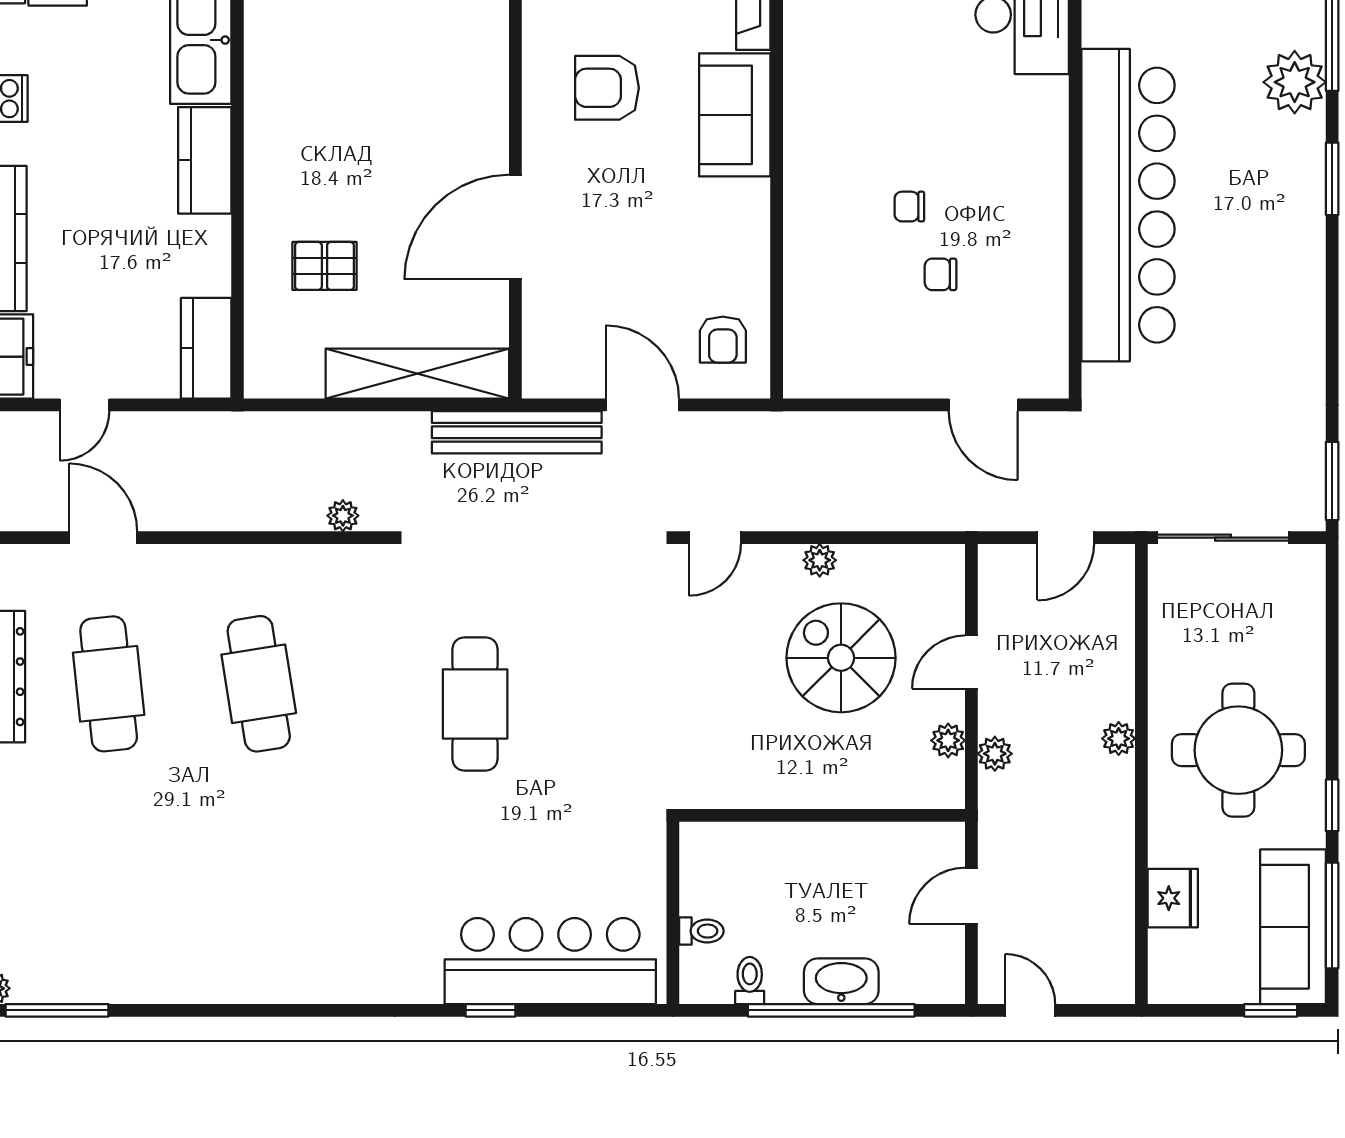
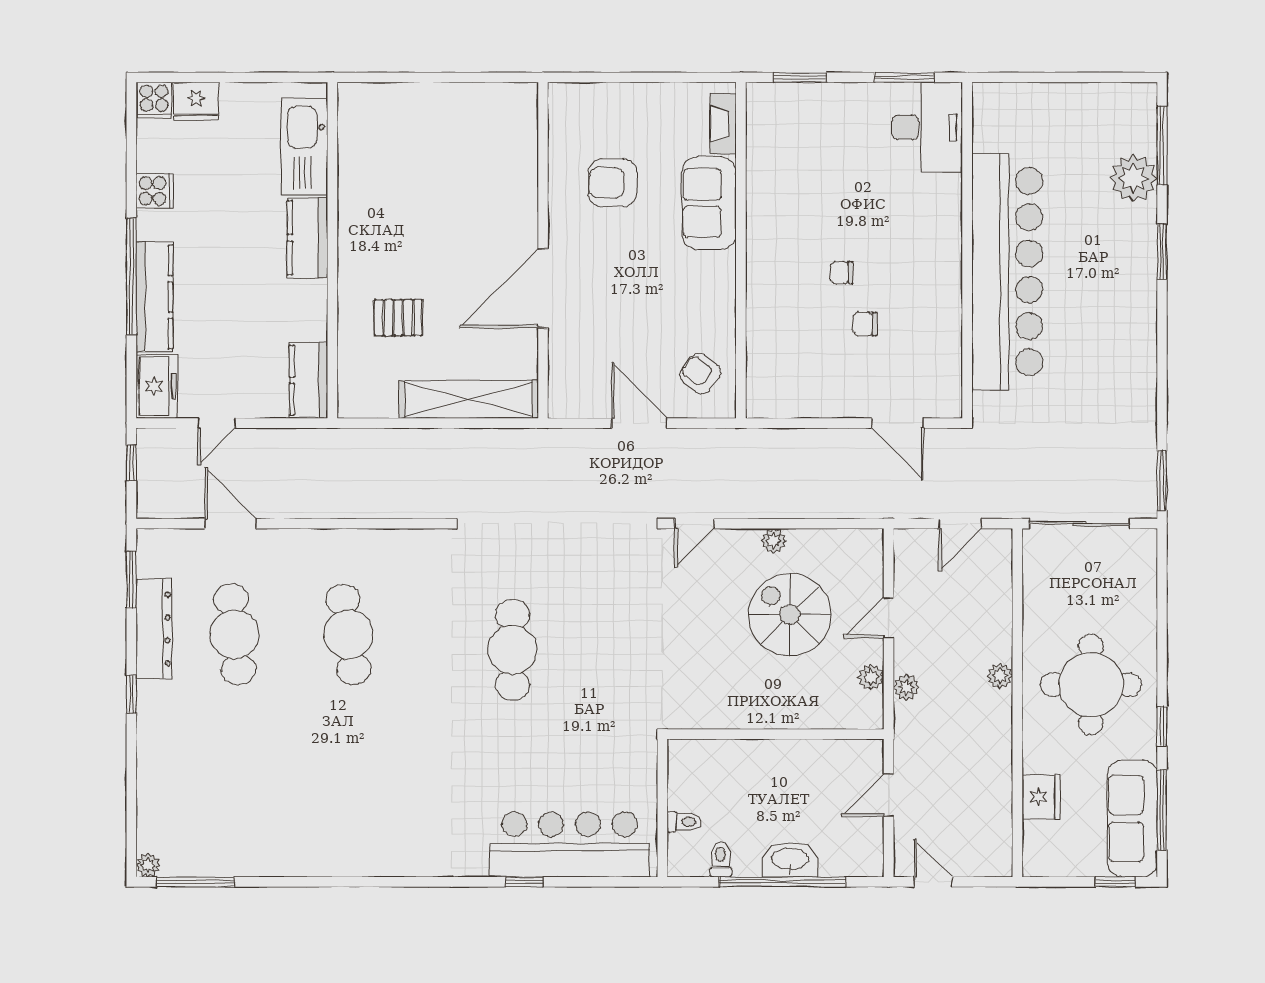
armchair: (723, 340) -> (700, 374), turned 127
bench: (517, 432) -> (544, 444), removed
plant: (343, 516) -> (412, 507), removed

